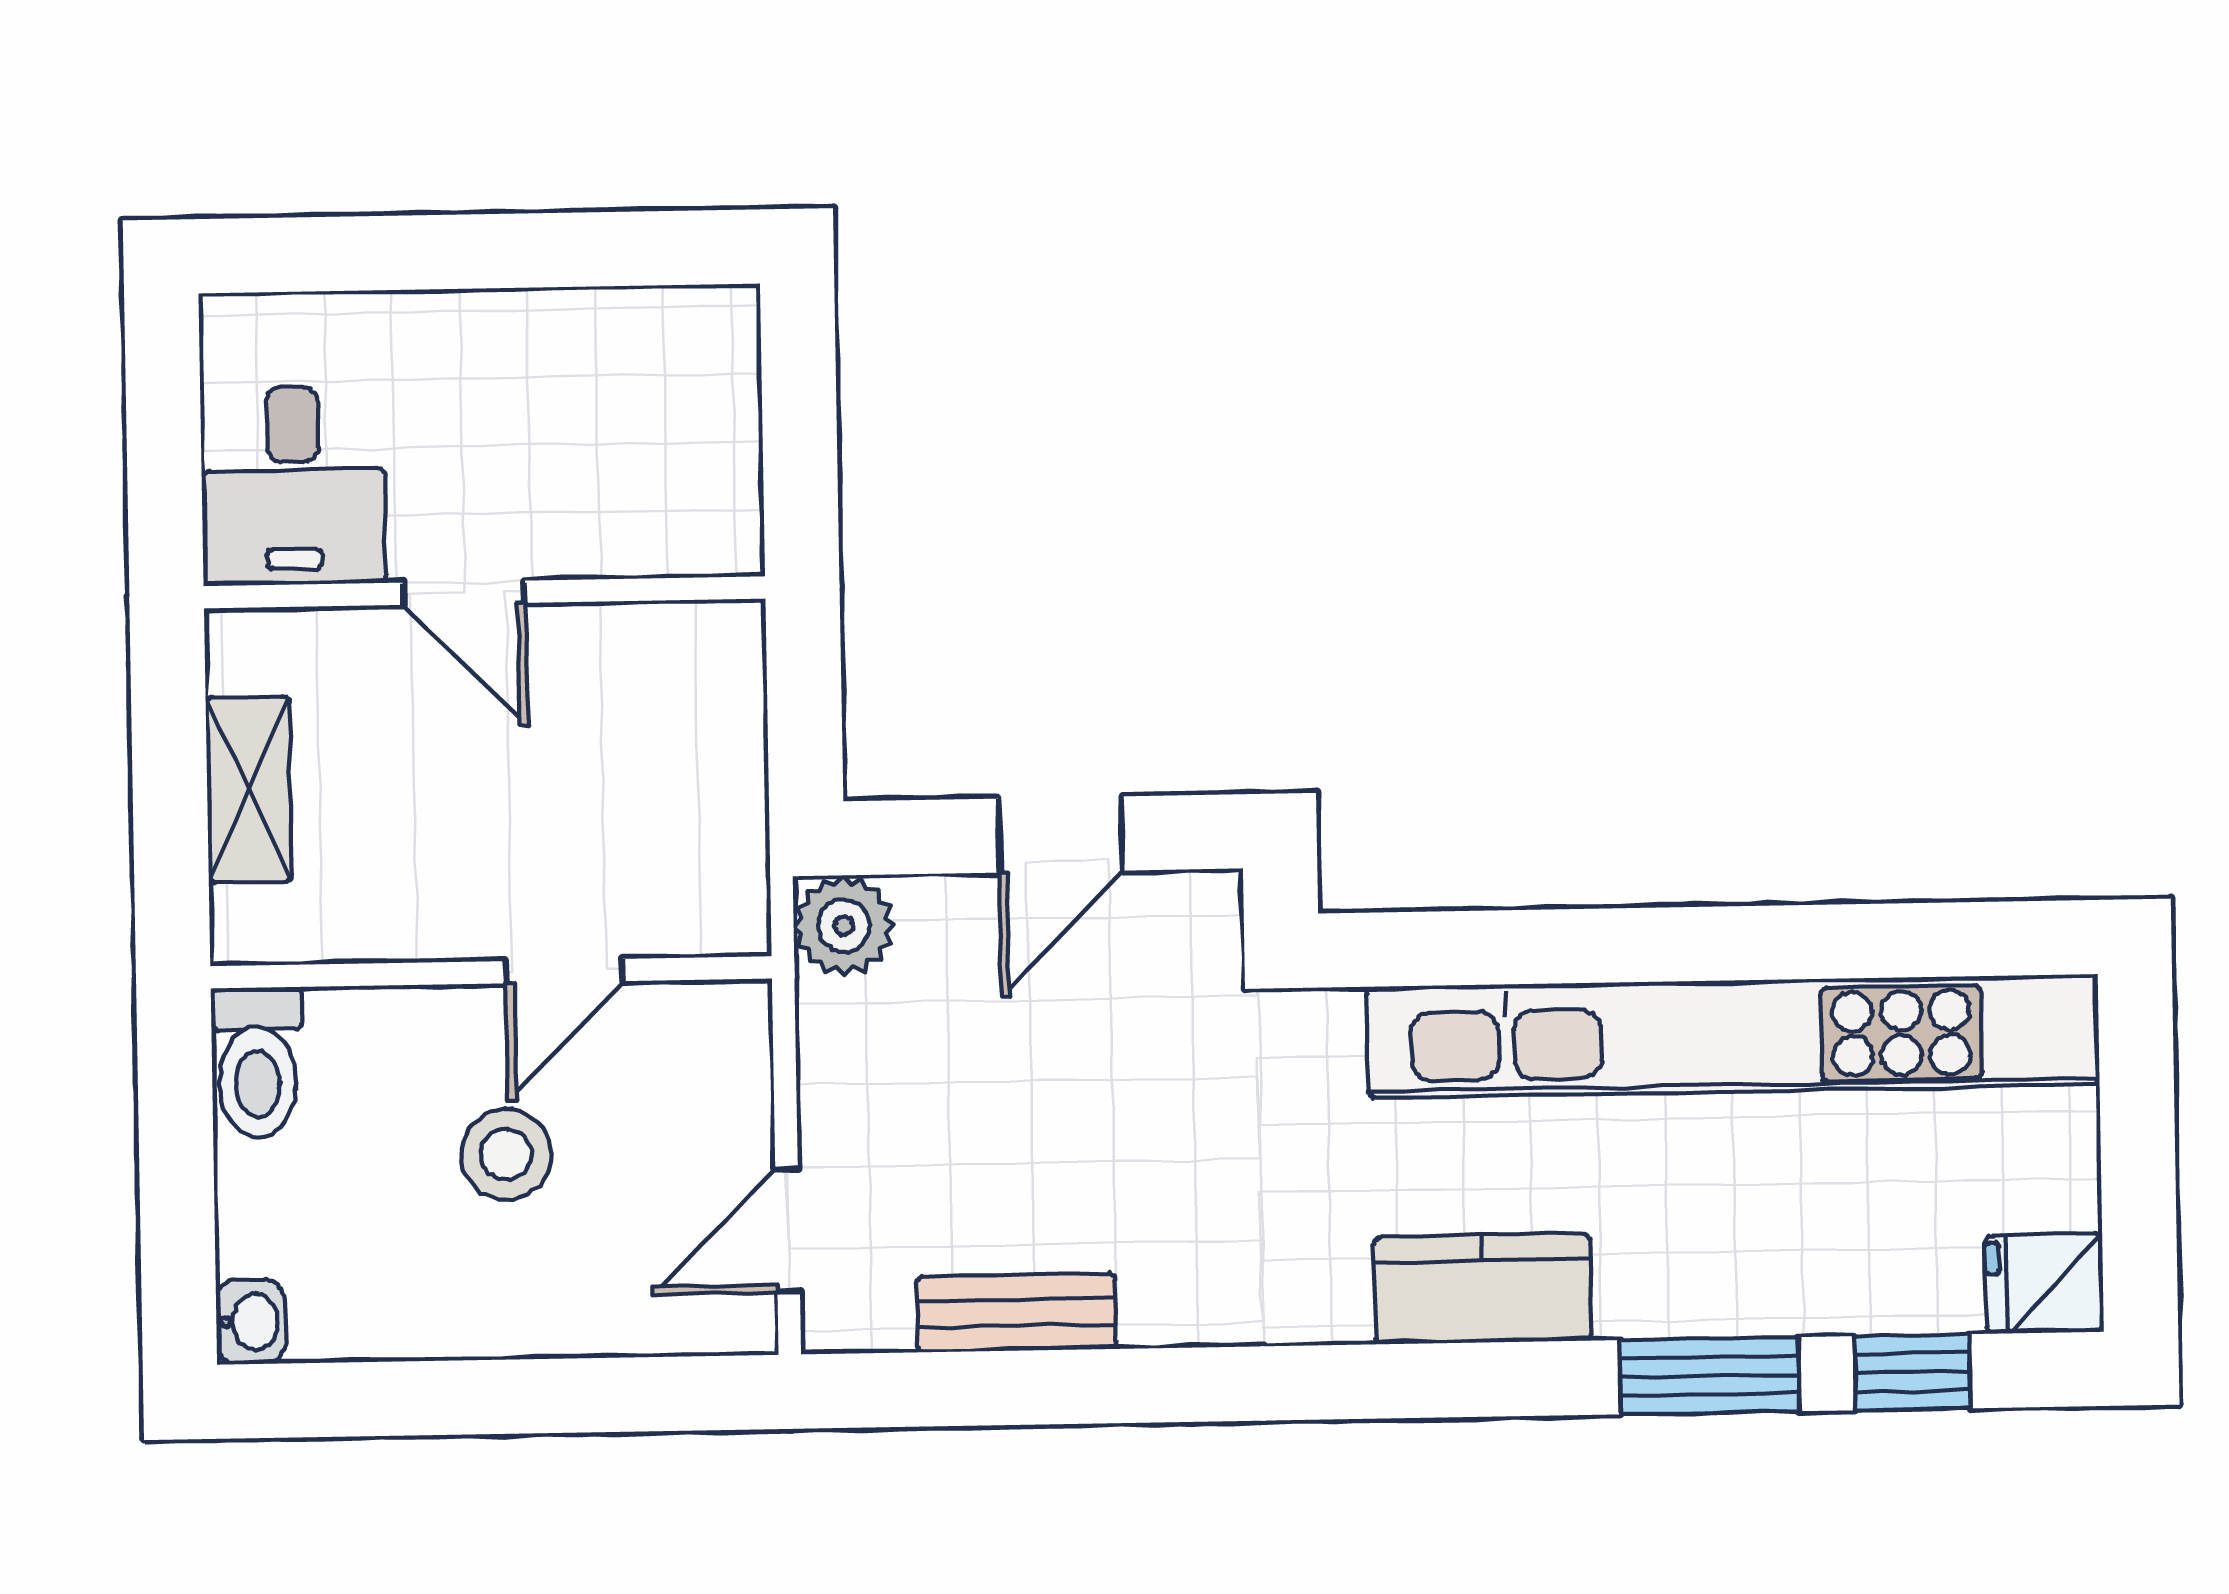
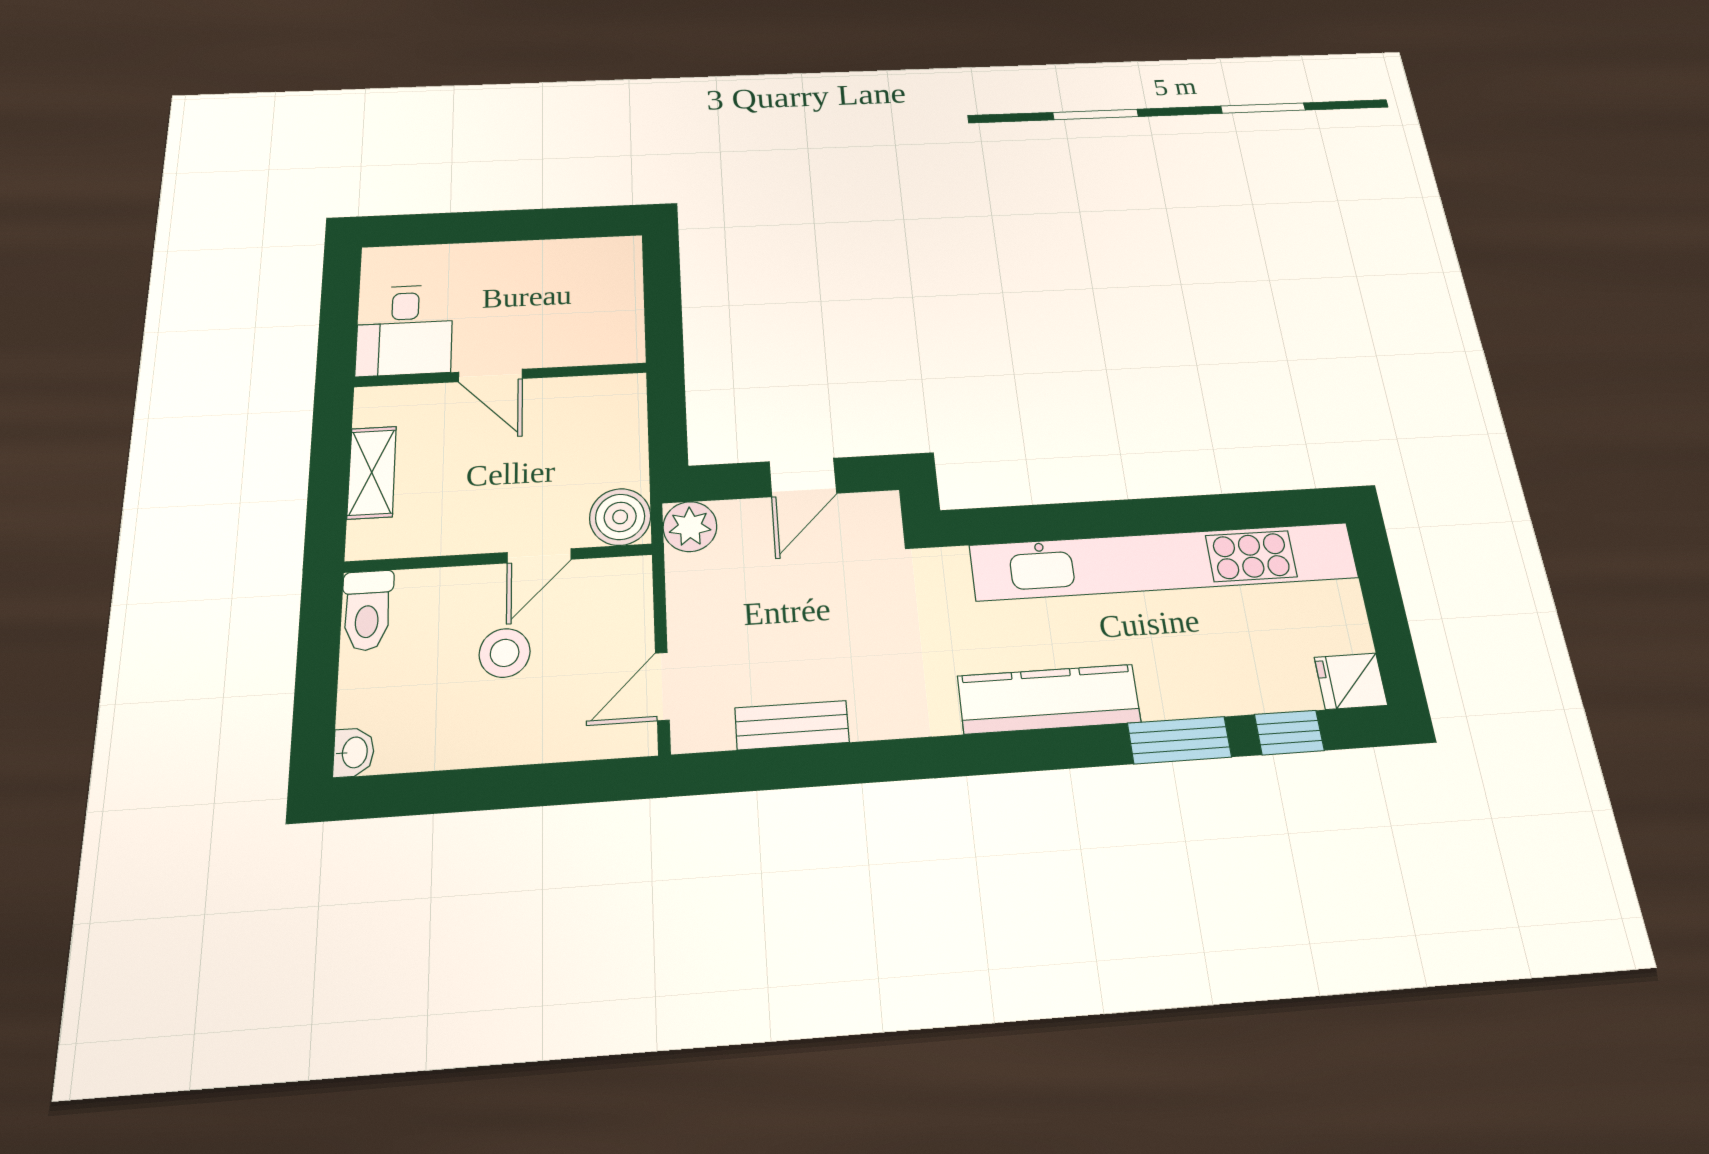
boiler: (714, 900) -> (620, 517), added
kitchen counter: (1483, 1289) -> (1049, 699), width x1.50

